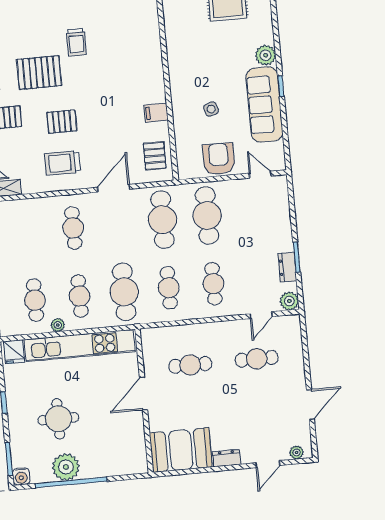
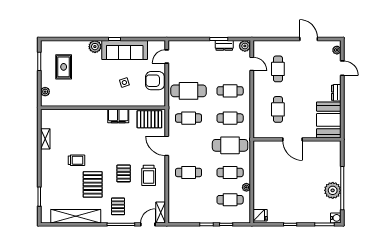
filing cabinet: (156, 113) -> (118, 116), width x2.00
pallet: (155, 156) -> (149, 119), width x1.50, depth x1.42
cafe table: (162, 220) -> (189, 118), width x0.73, depth x0.74
kitchen unit: (80, 346) -> (260, 175), removed
round table: (58, 419) -> (303, 192), removed

